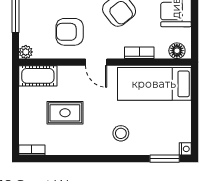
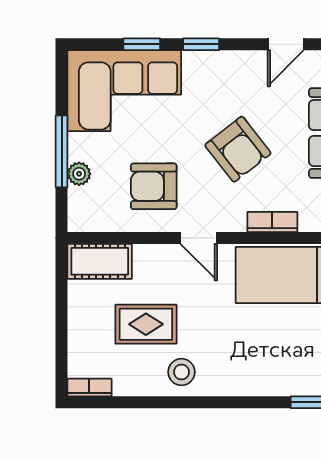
plant: (26, 52) -> (79, 174), moved
stool: (121, 133) -> (181, 372), moved

